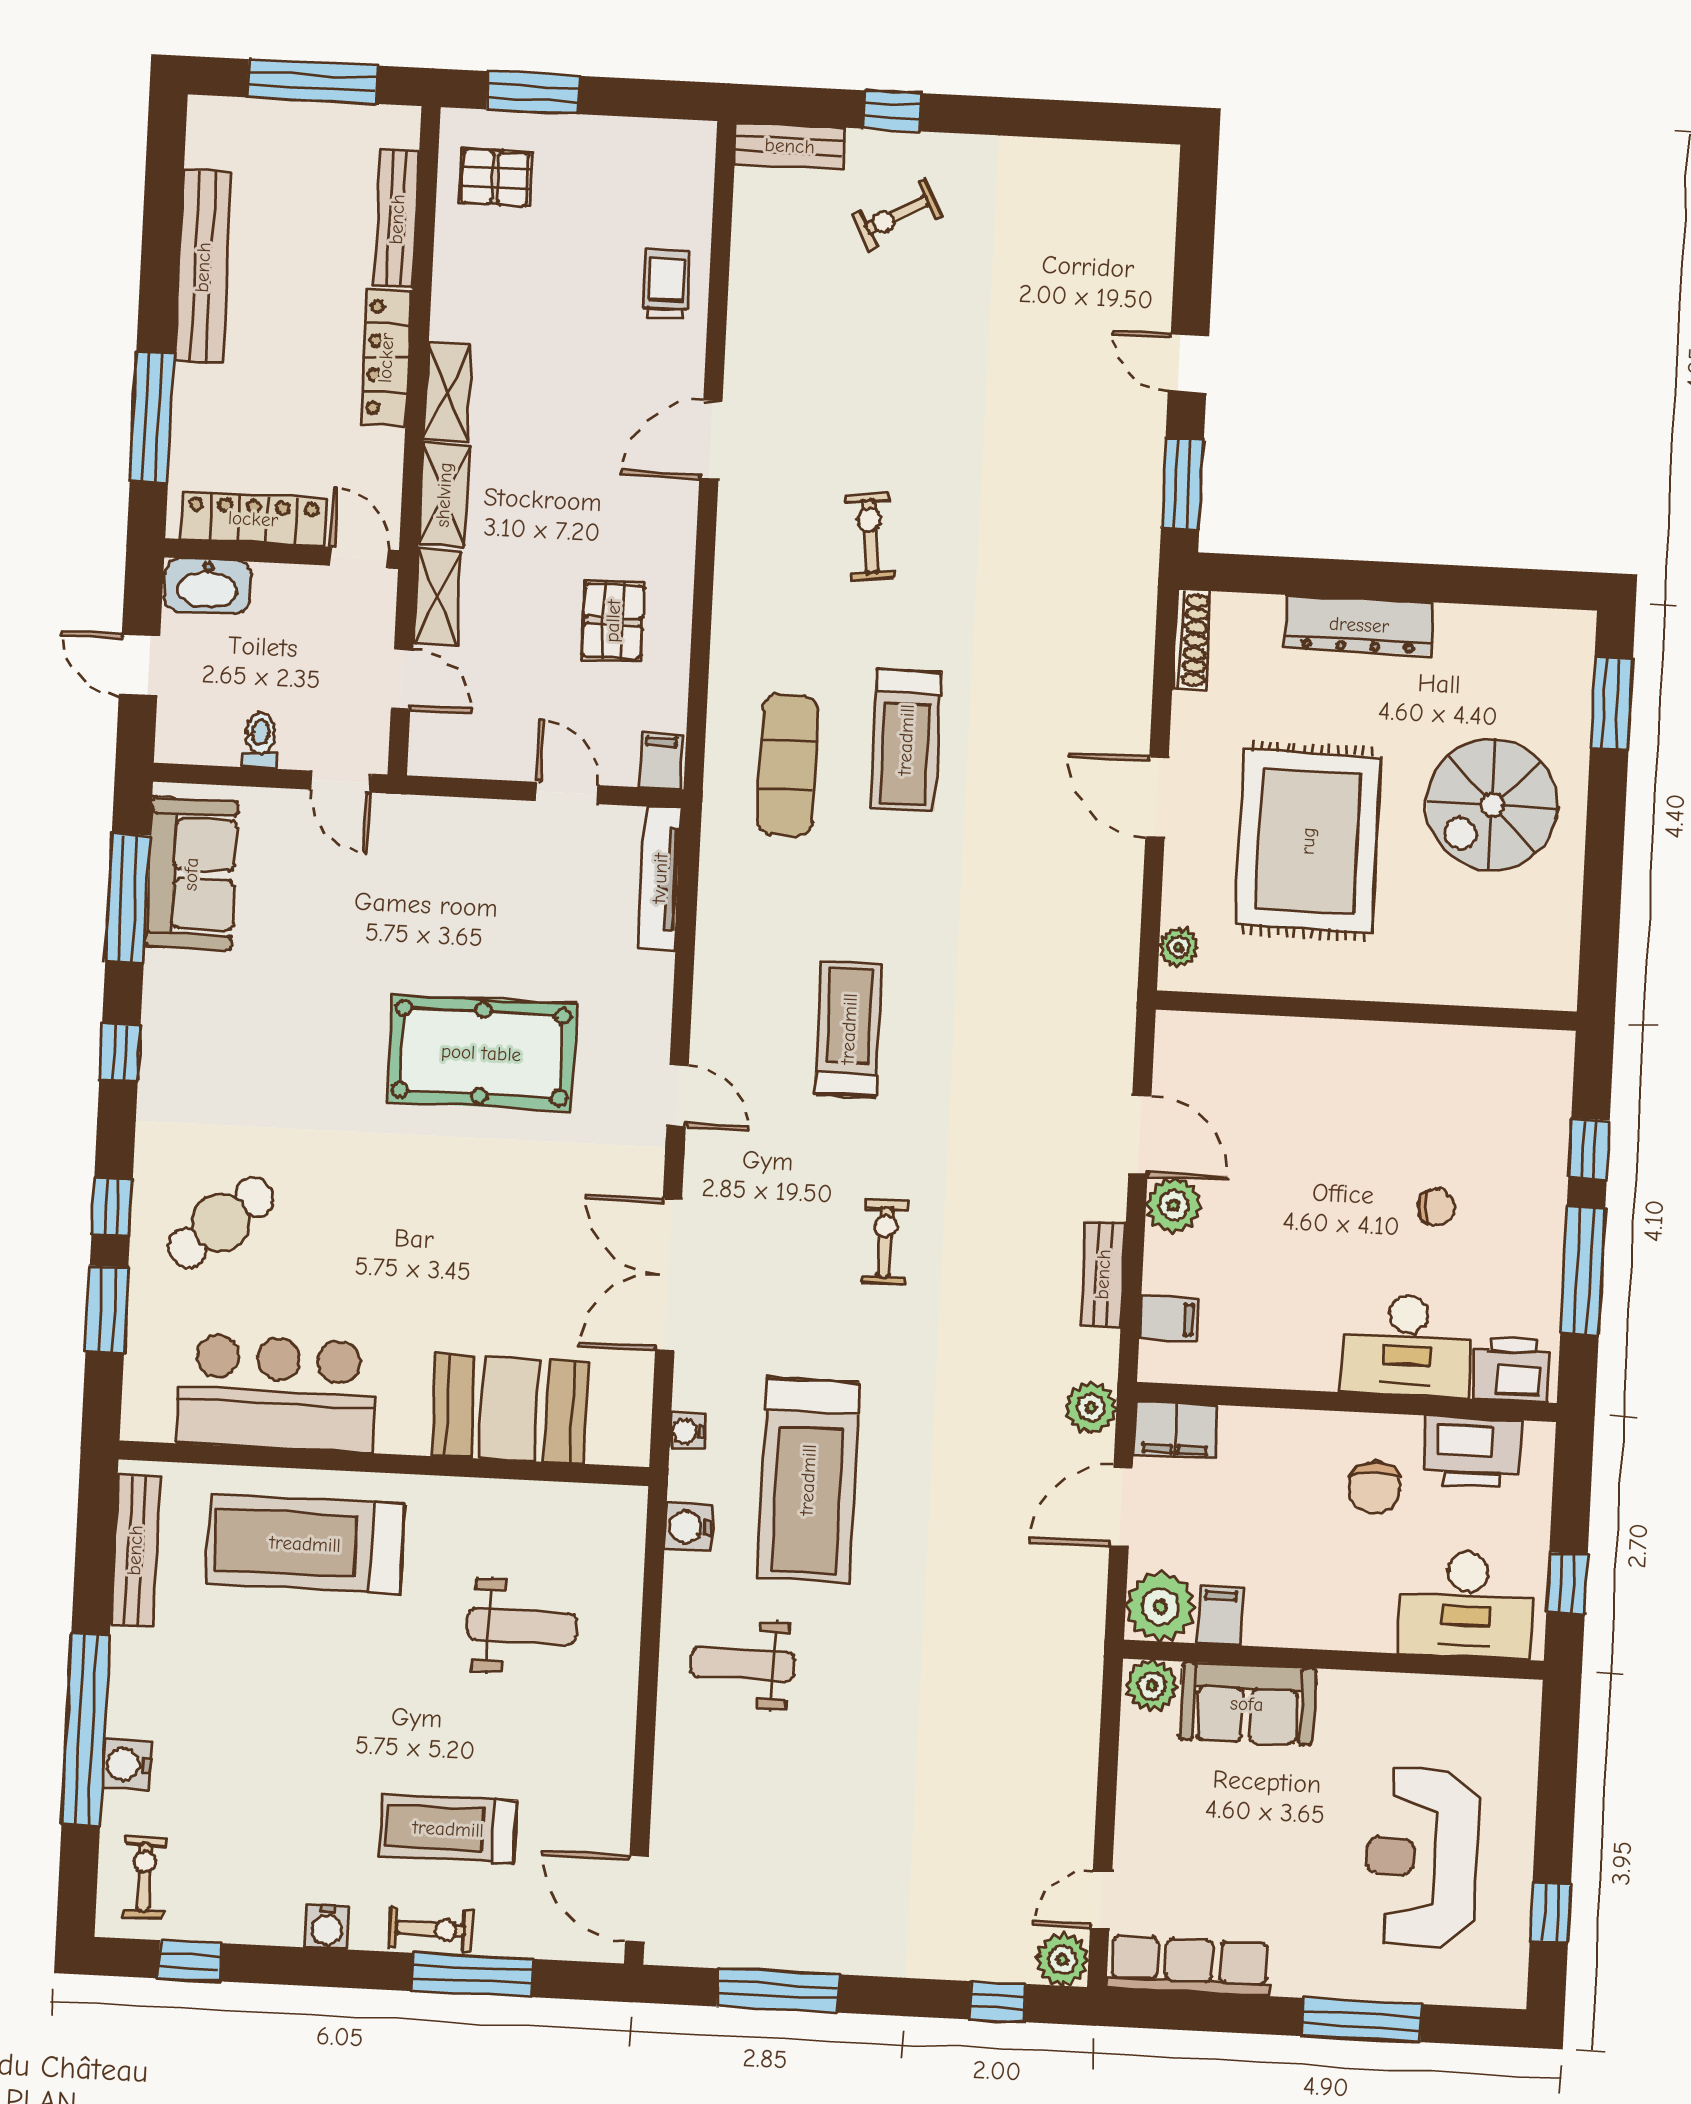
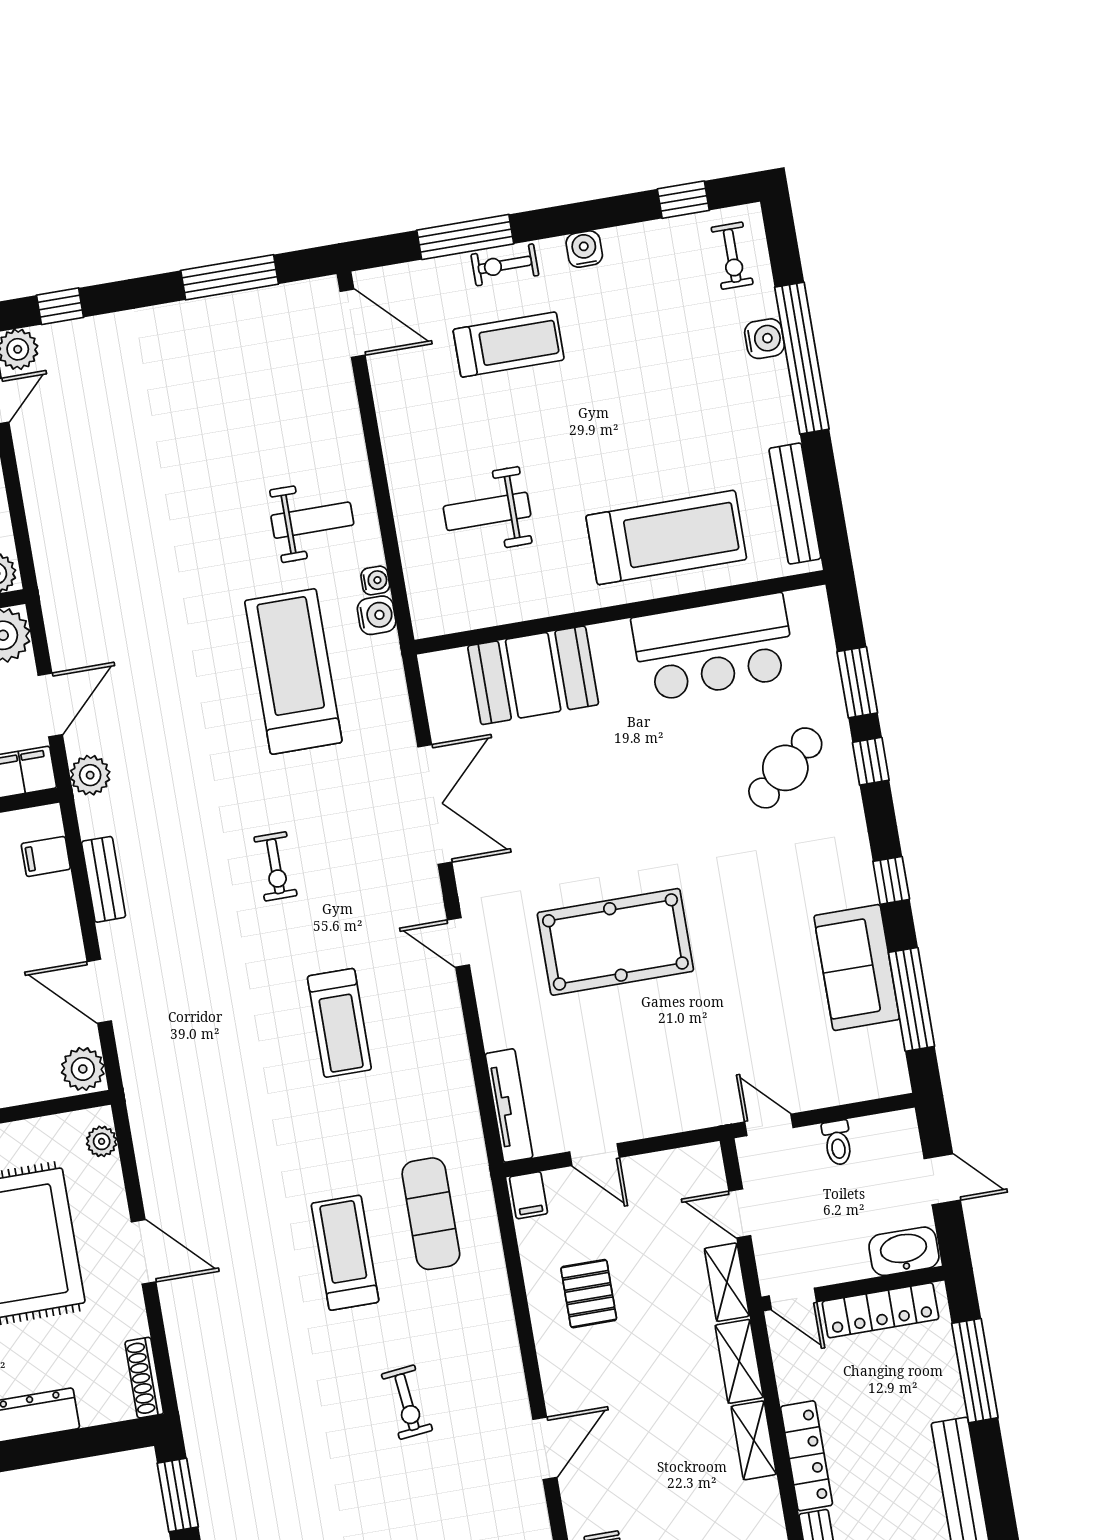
sofa: (191, 874) -> (857, 968), moved
plant: (1174, 1205) -> (83, 1069), moved
water cooler: (687, 1431) -> (375, 580), moved

